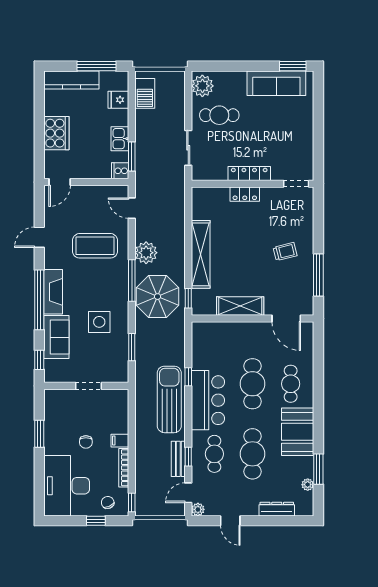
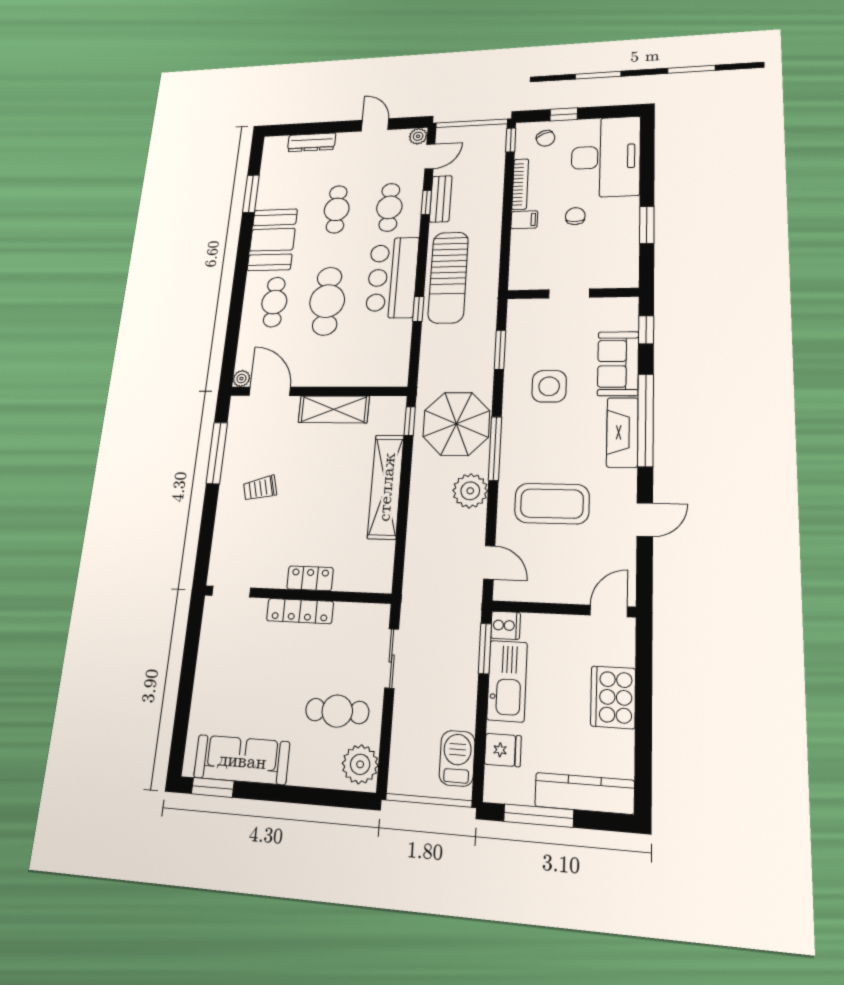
kitchen sink: (120, 139) -> (507, 681), width x1.87, depth x1.24
cafe table: (253, 454) -> (337, 209), width x0.73, depth x0.74
plant: (308, 485) -> (241, 379), moved

